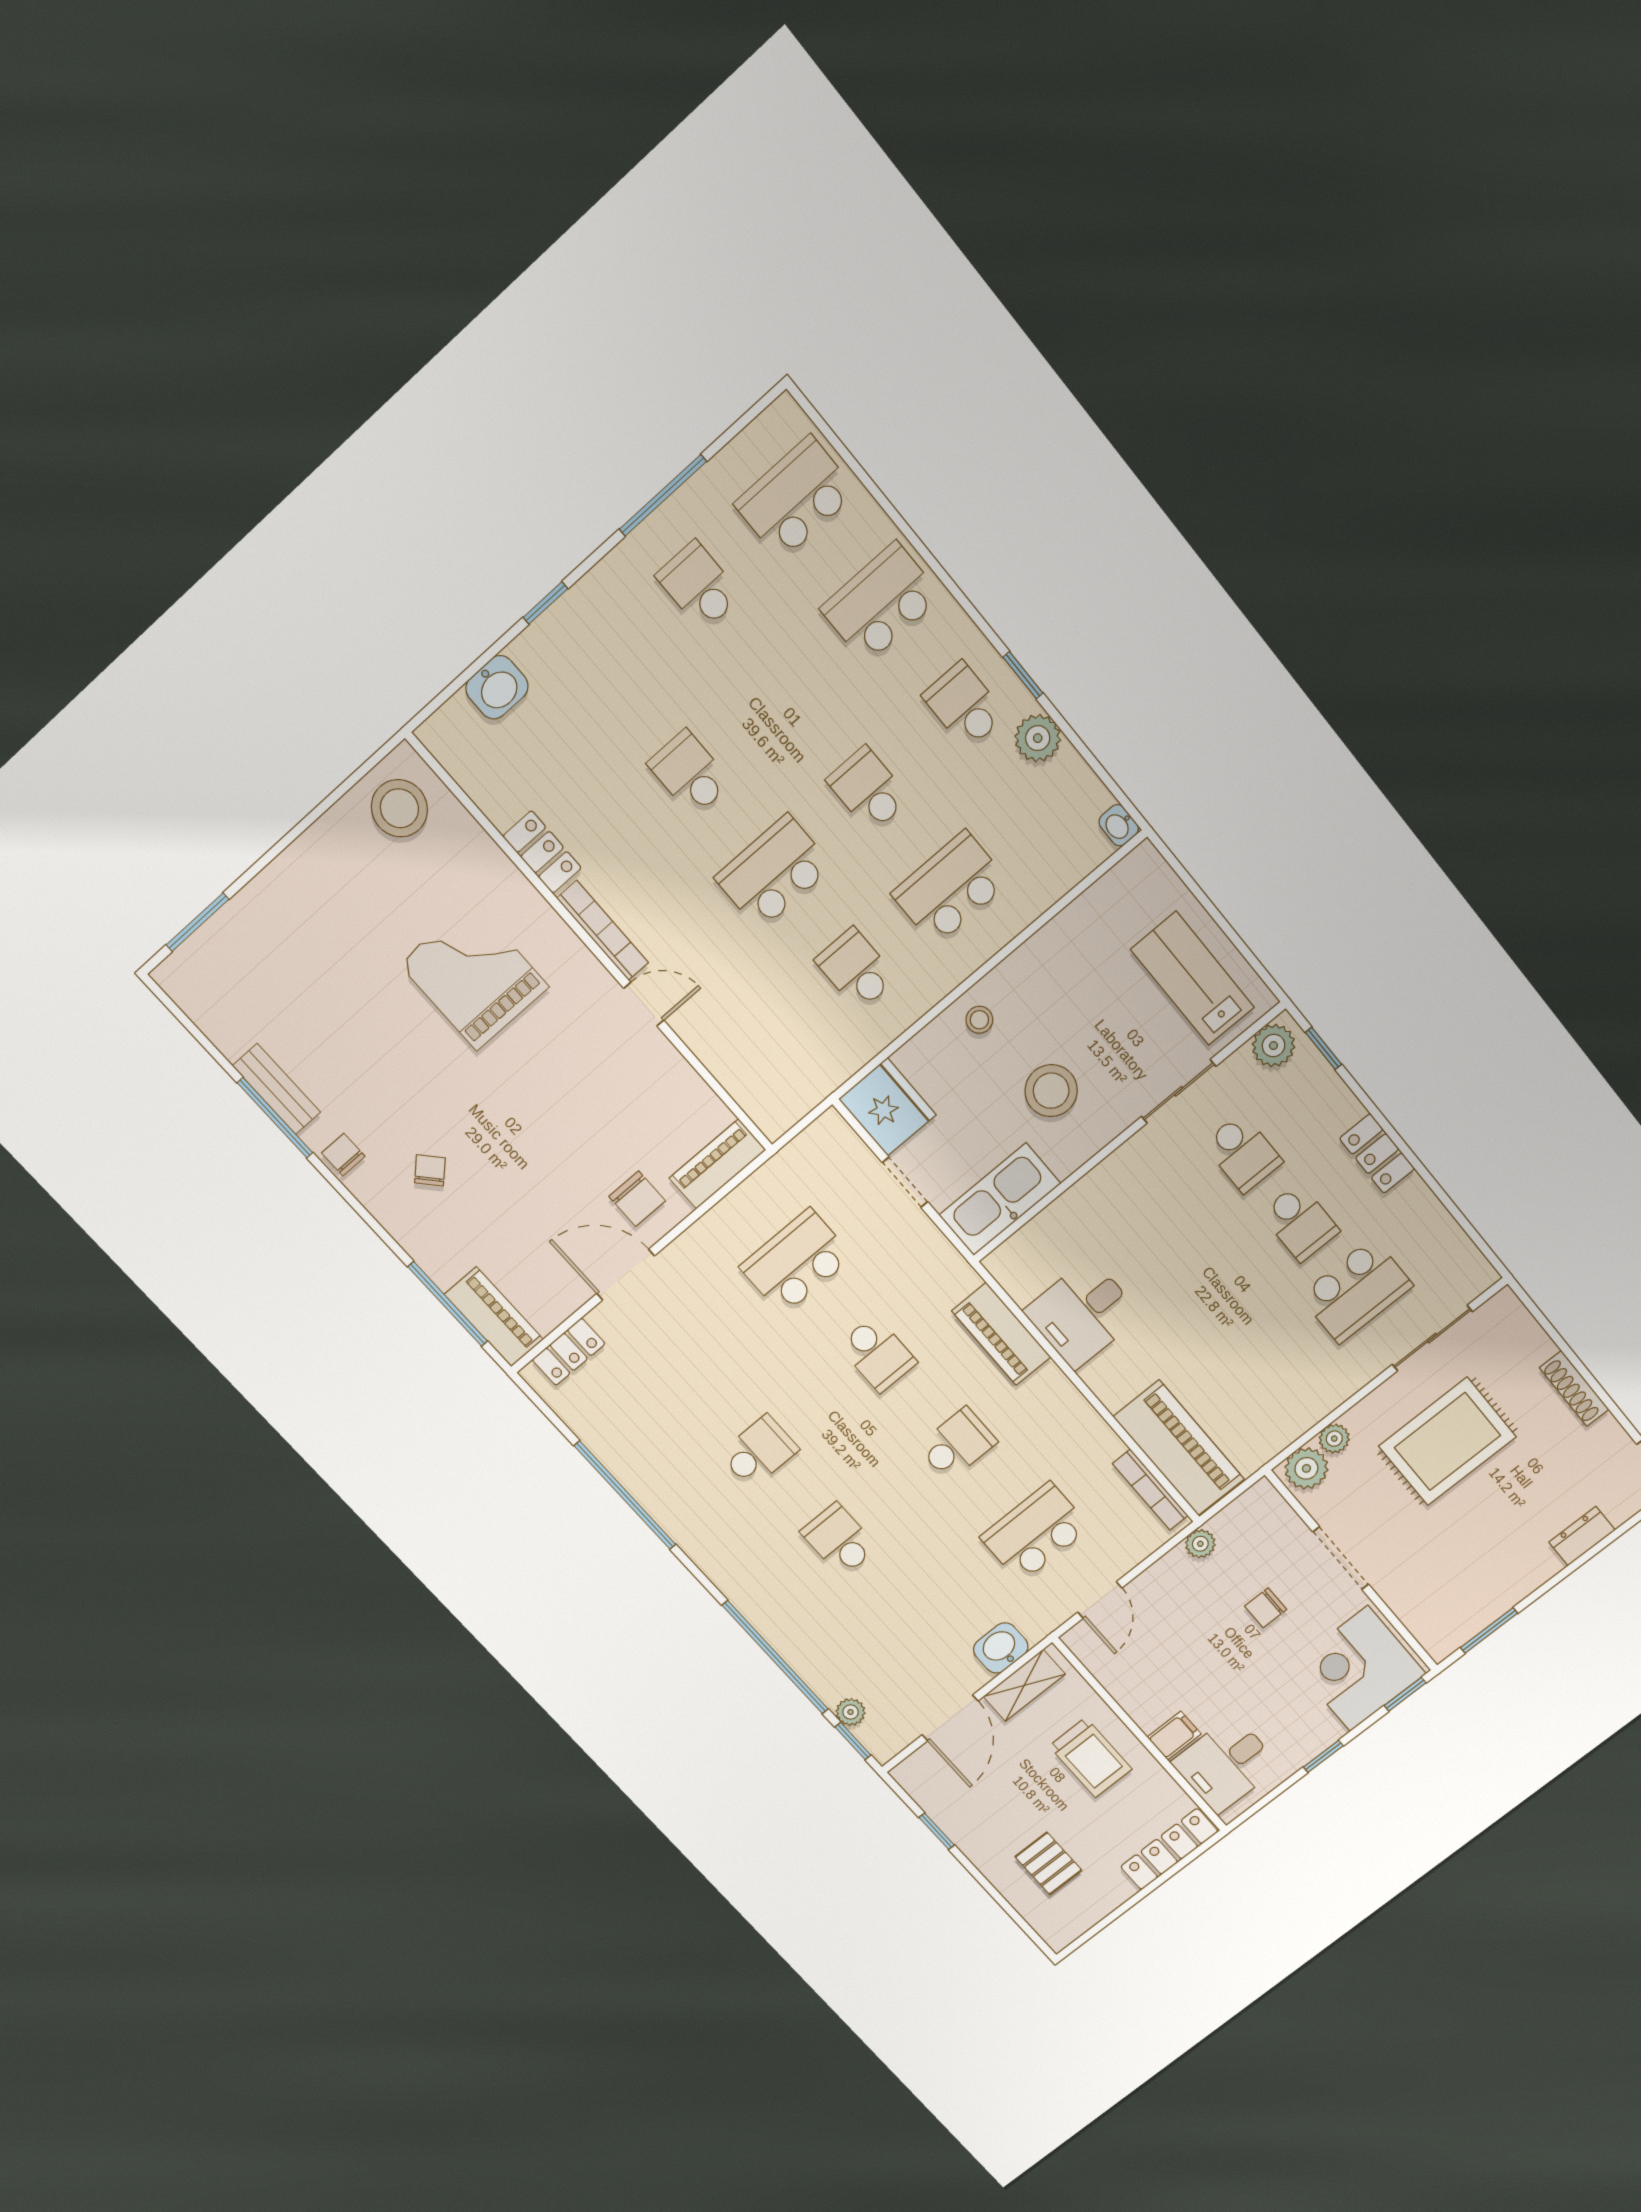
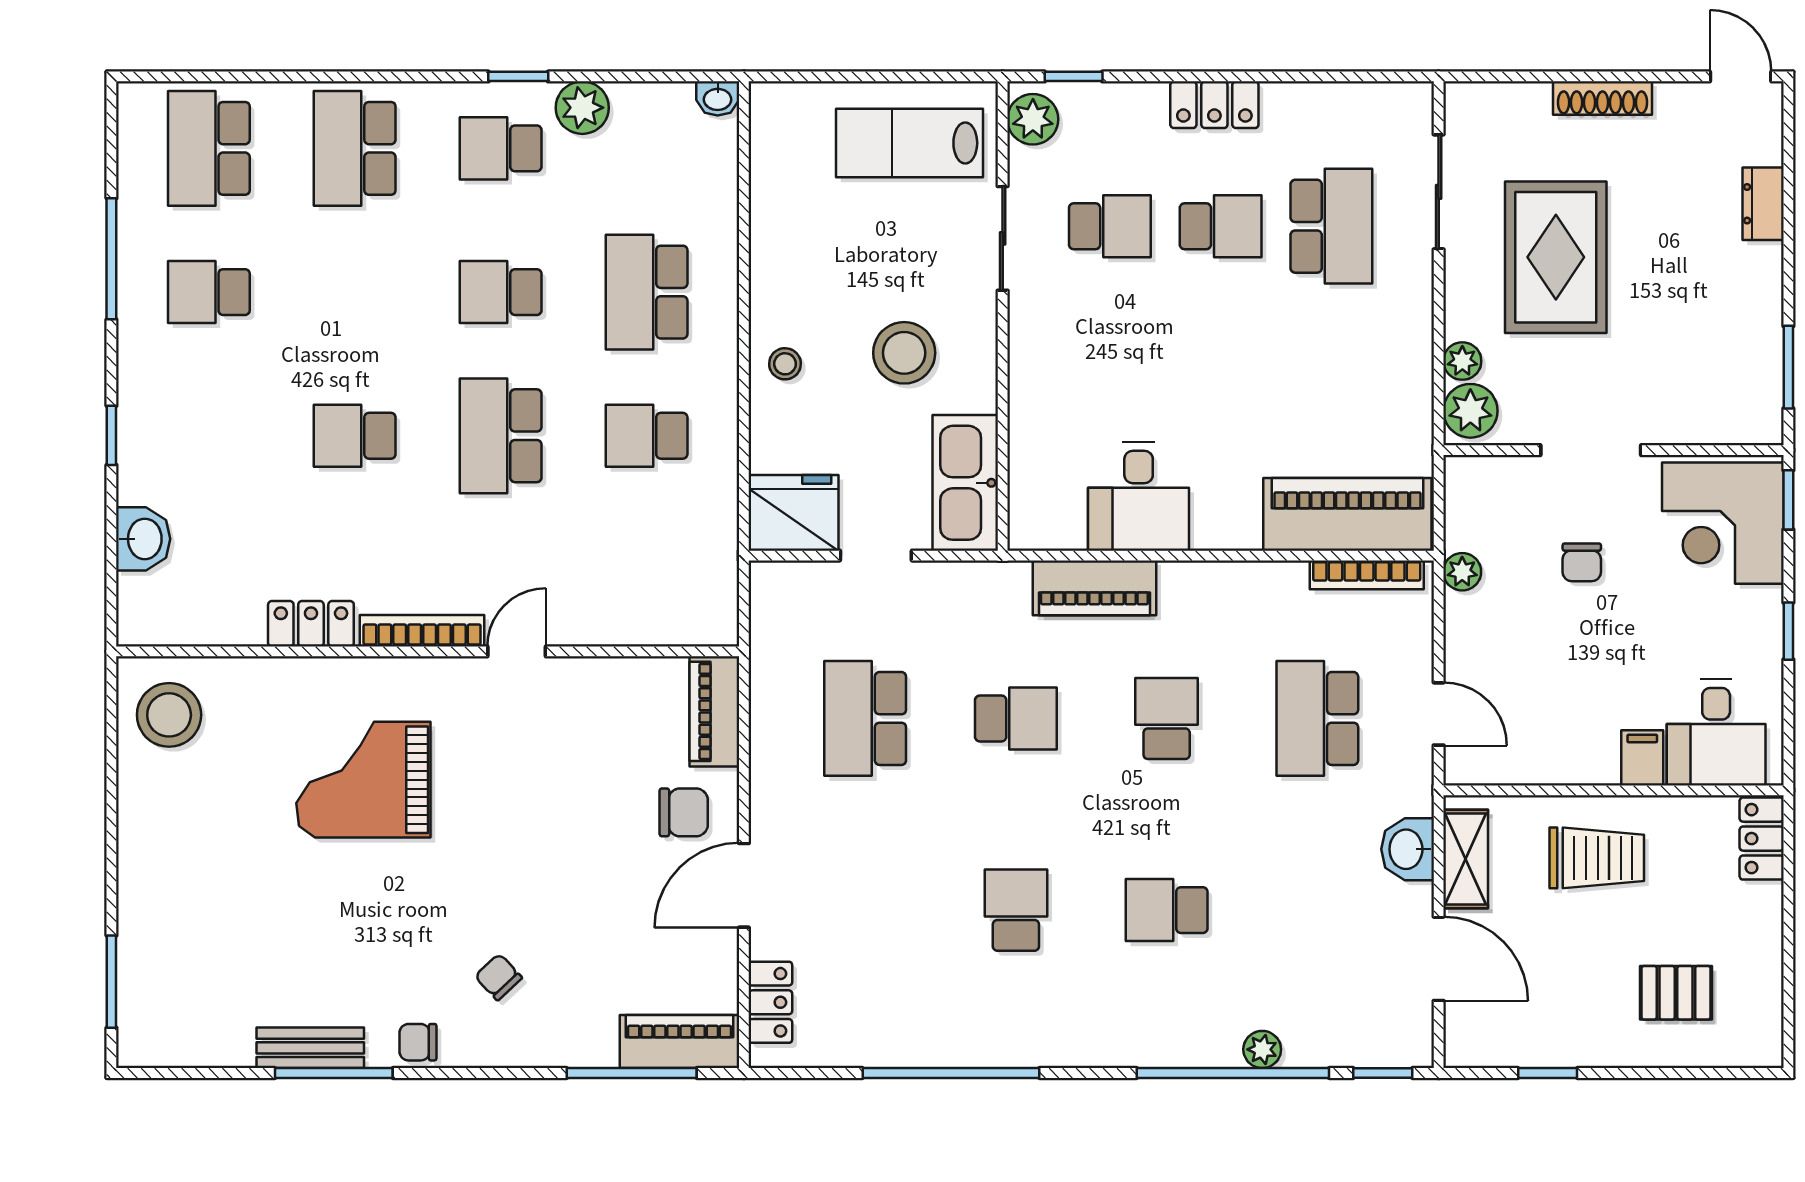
plant: (851, 1712) -> (1262, 1049), moved
locker: (1169, 1849) -> (1762, 839), width x0.66

